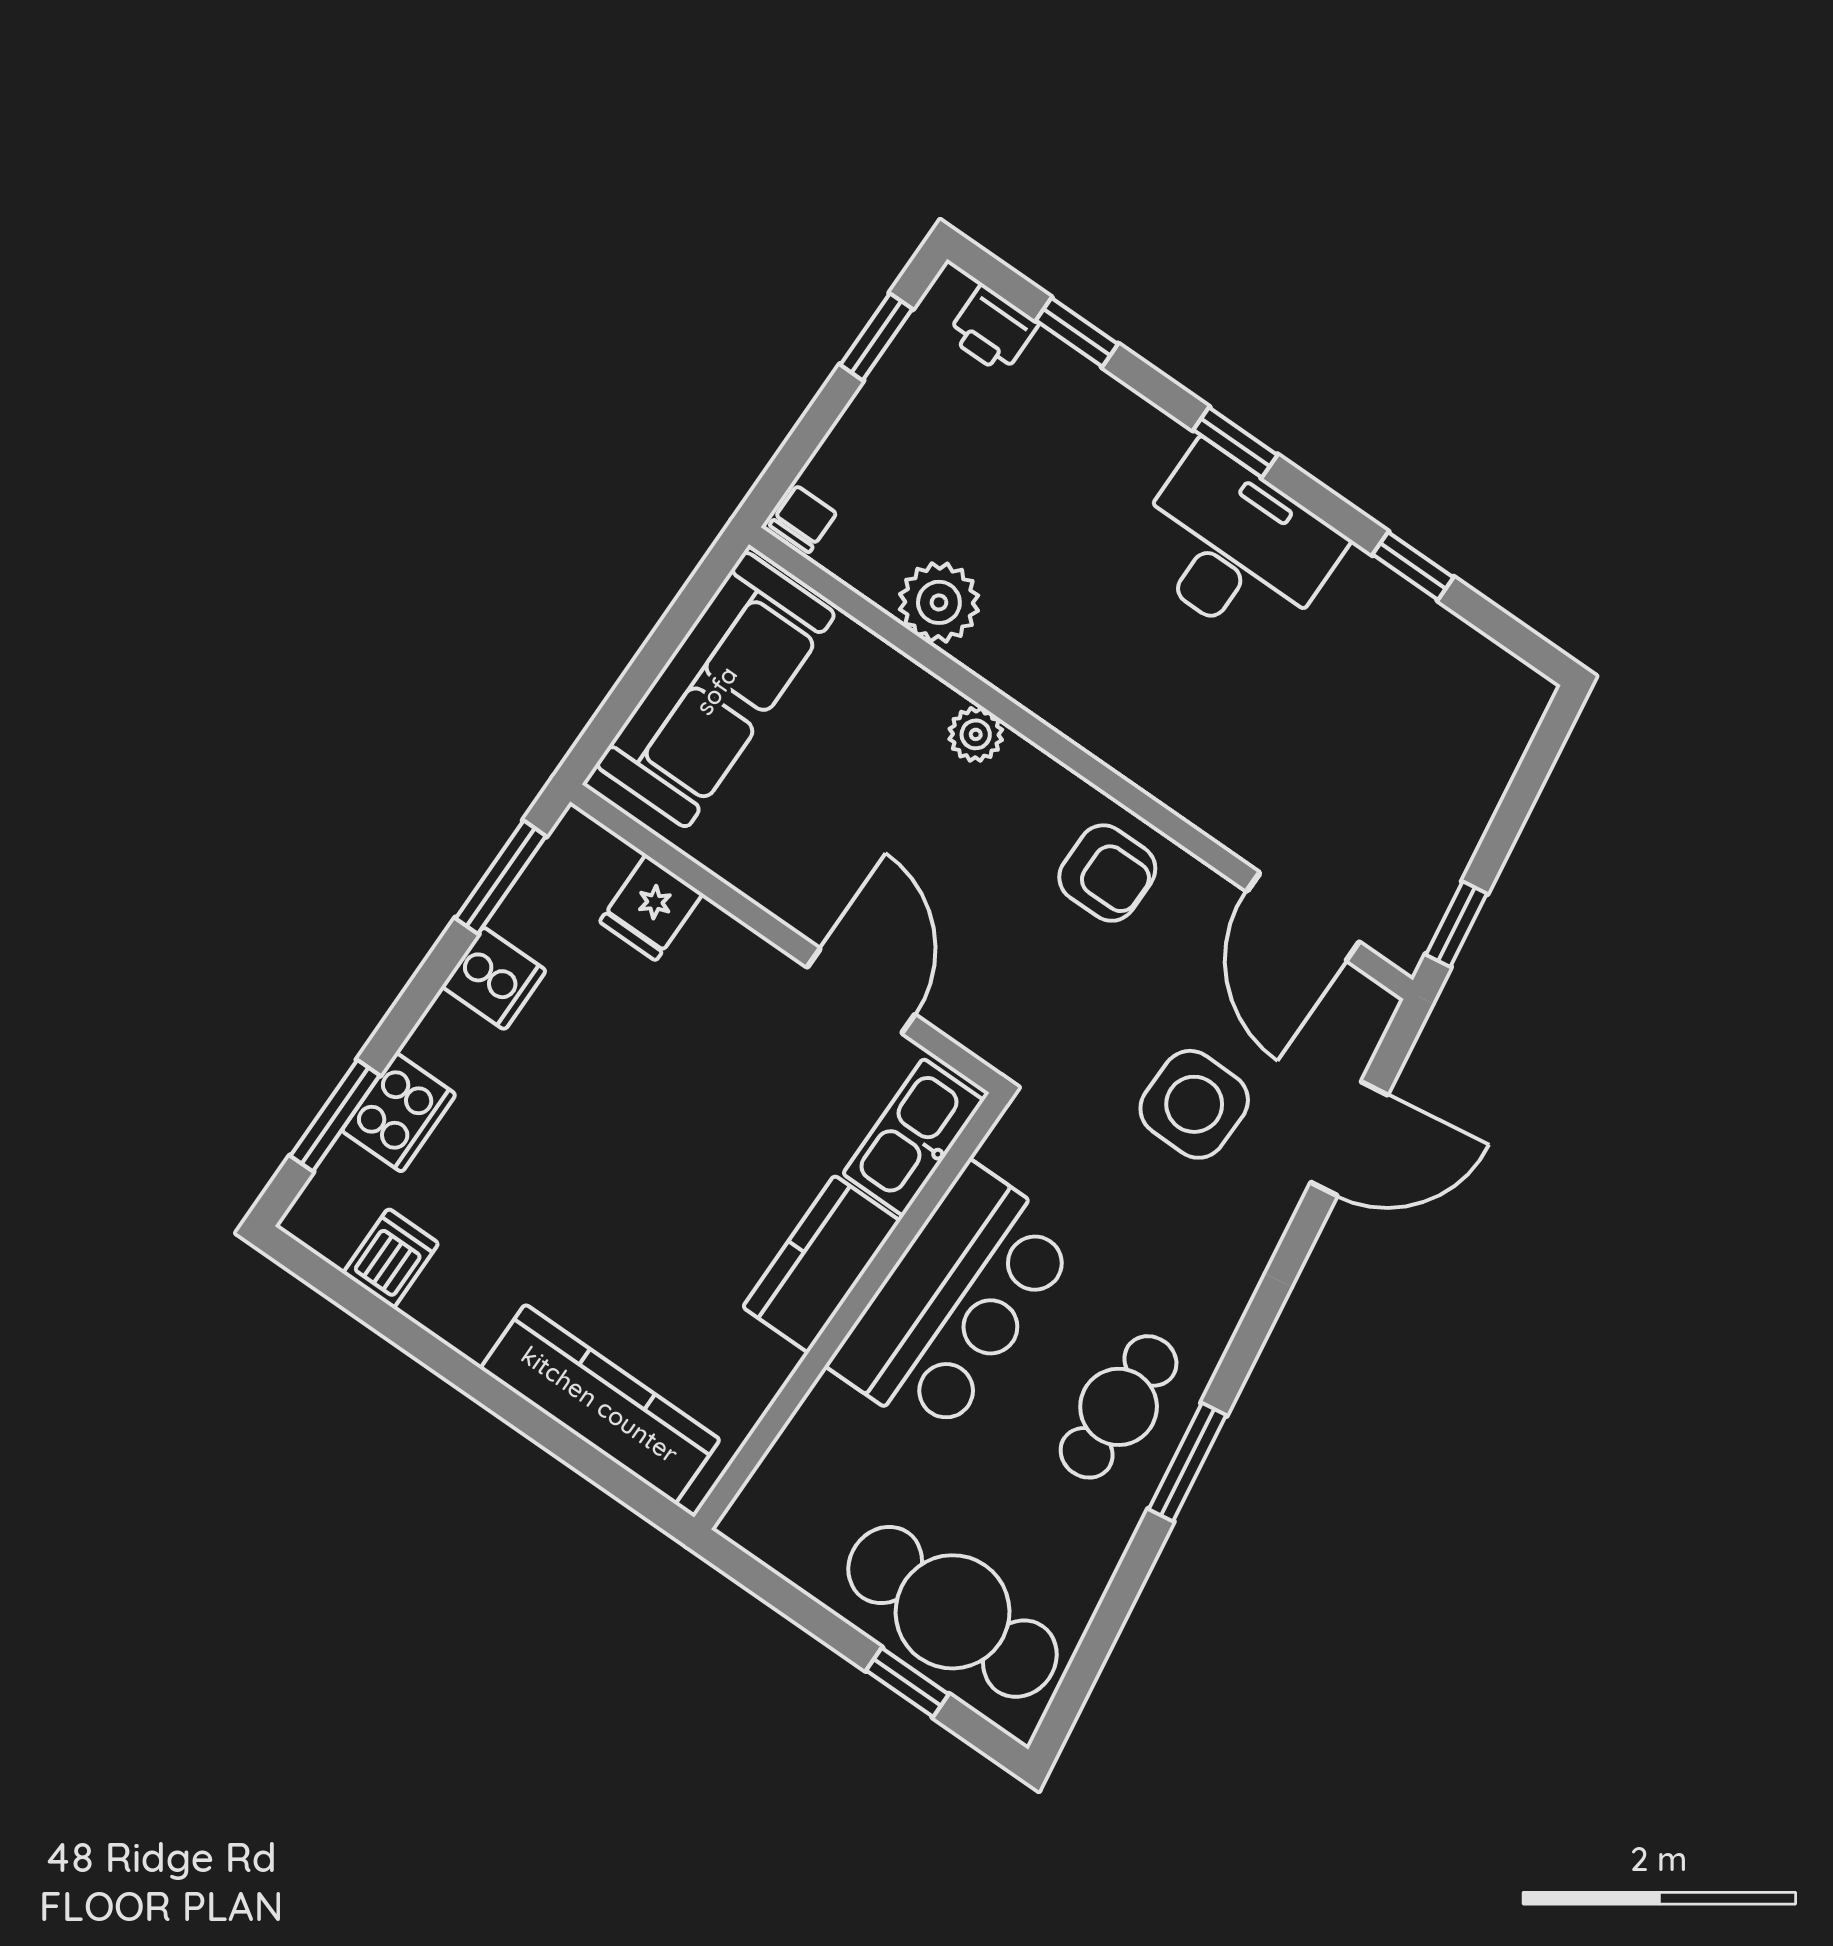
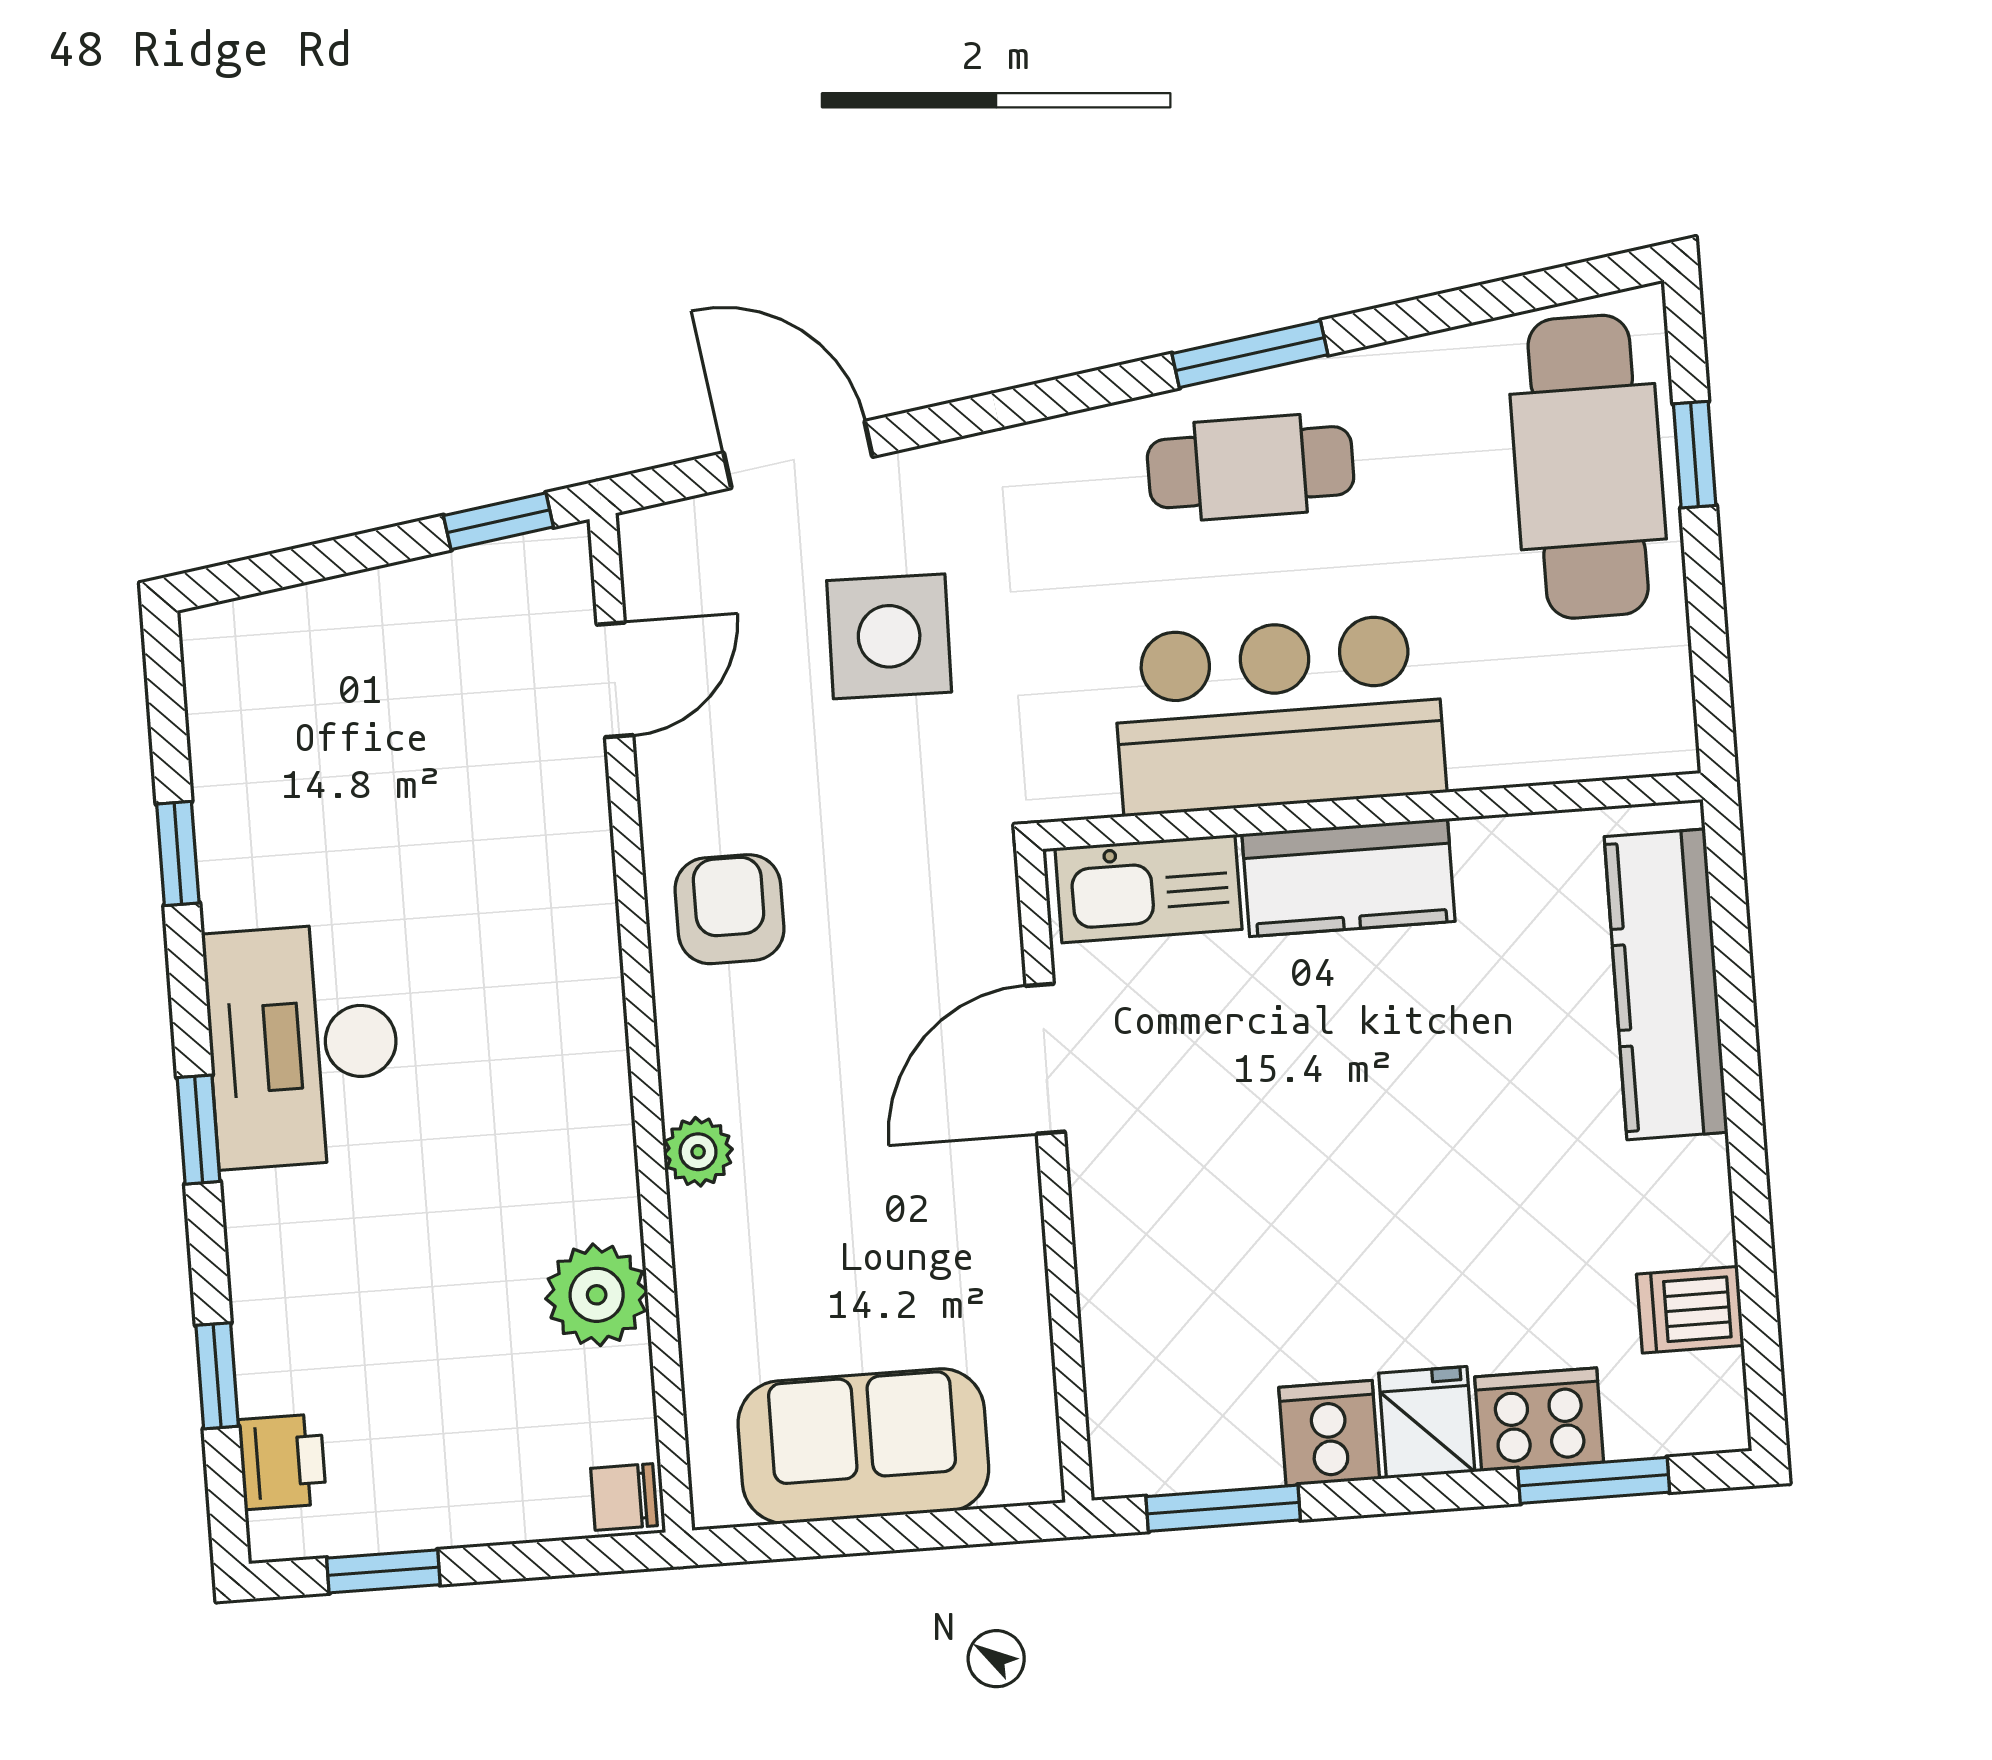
sofa: (716, 690) -> (863, 1446), width x0.73
fridge: (651, 908) -> (1427, 1422), moved, turned -90
door: (1303, 917) -> (615, 680), width x0.73

